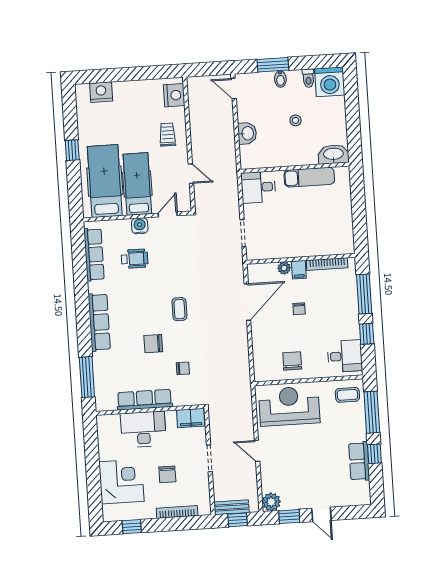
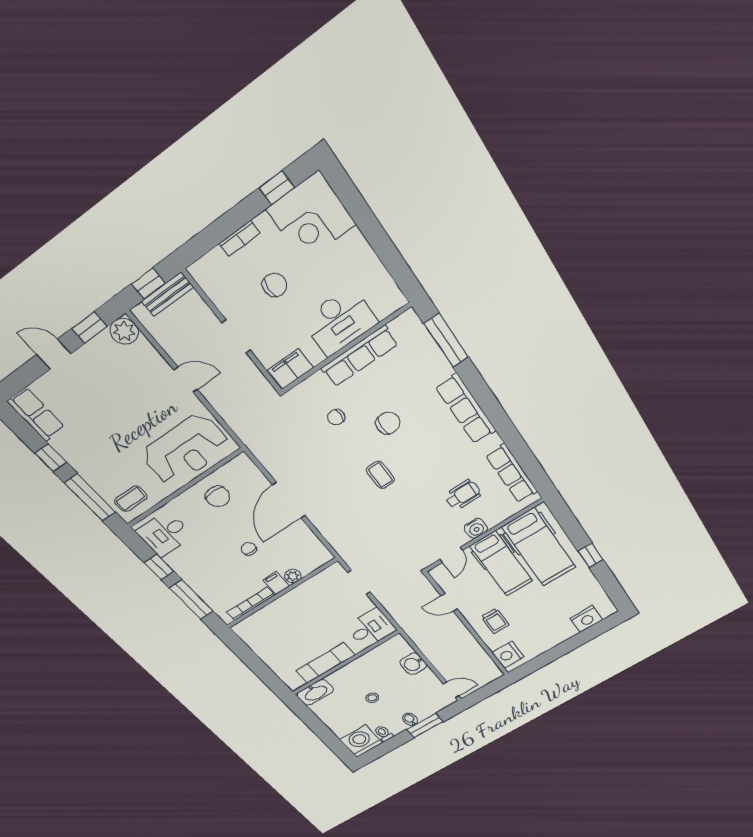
wheelchair: (135, 259) -> (463, 495), turned 180
door: (247, 302) -> (289, 500), moved
row of seats: (359, 461) -> (36, 415), moved
chair: (167, 474) -> (275, 285), turned 93
corner desk: (121, 482) -> (311, 217), moved
bookcase: (177, 512) -> (240, 238), width x0.64

